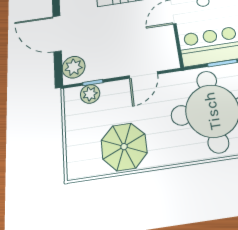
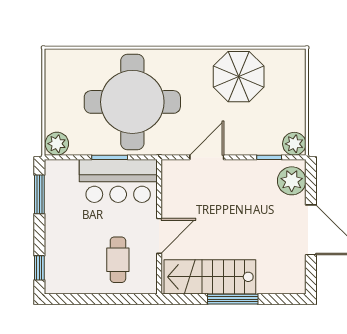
plant: (90, 94) -> (294, 144), moved

